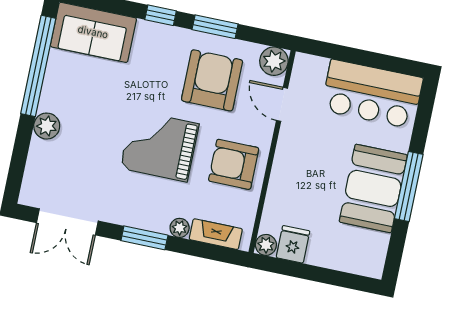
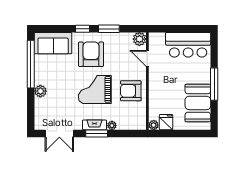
armchair: (212, 80) -> (91, 54), moved
booth: (373, 188) -> (198, 103), moved
fireplace: (216, 234) -> (94, 125), moved

